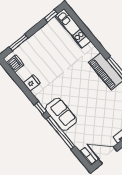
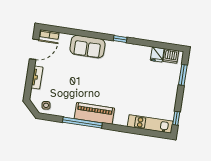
fridge: (32, 83) -> (157, 54), moved
sofa: (61, 114) -> (88, 47), moved
window: (61, 132) -> (87, 34), removed

